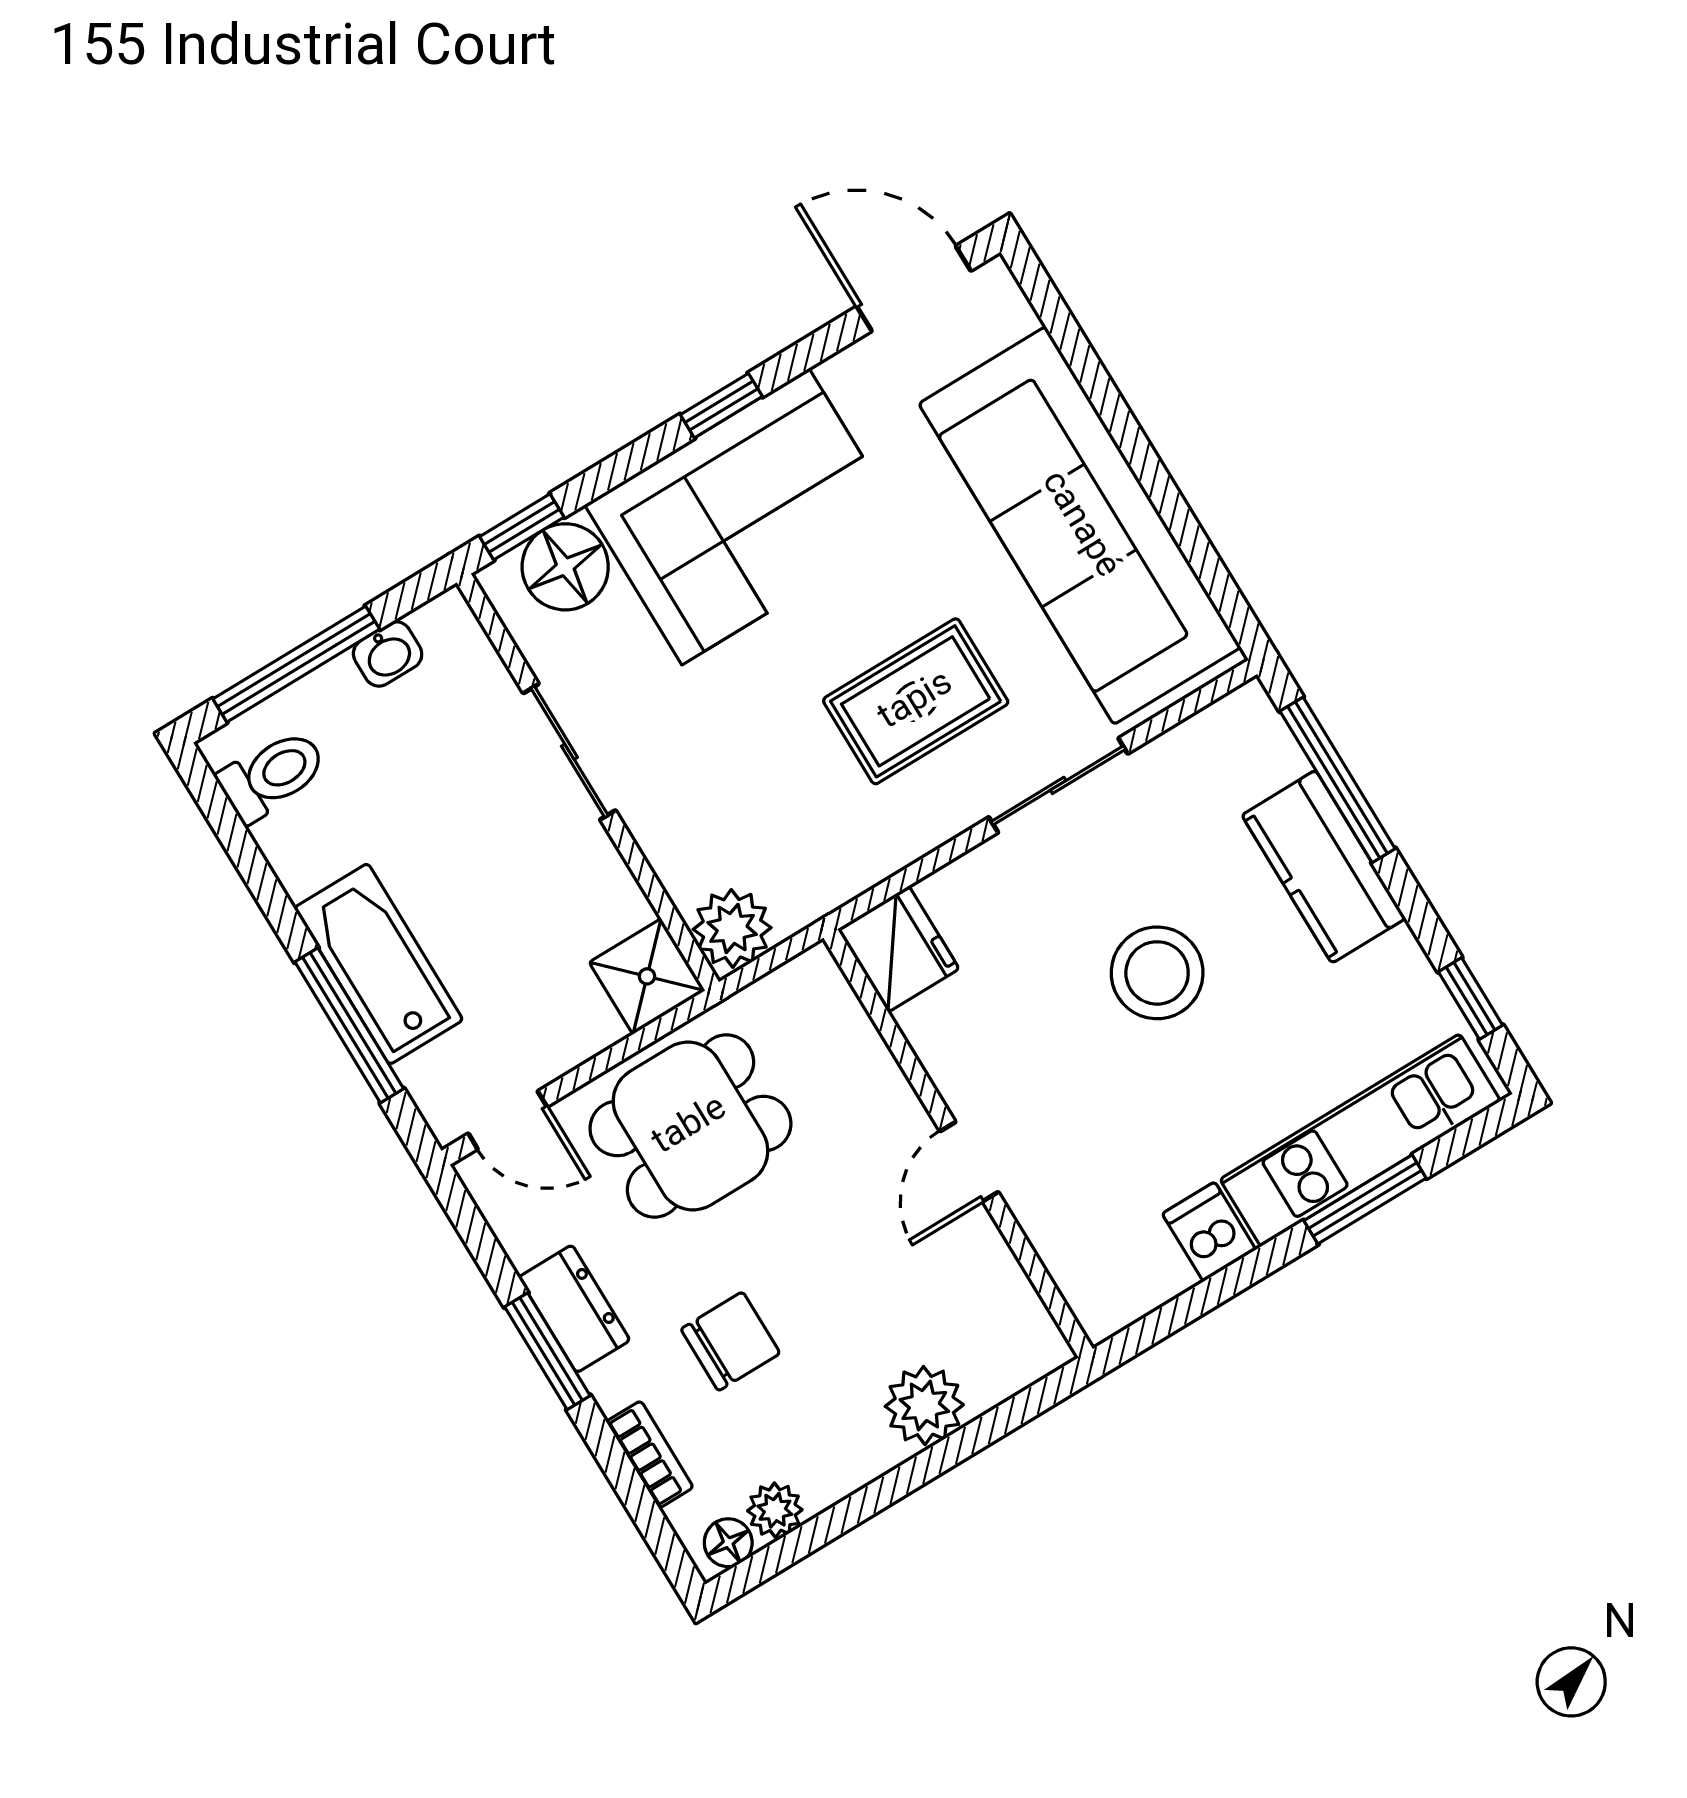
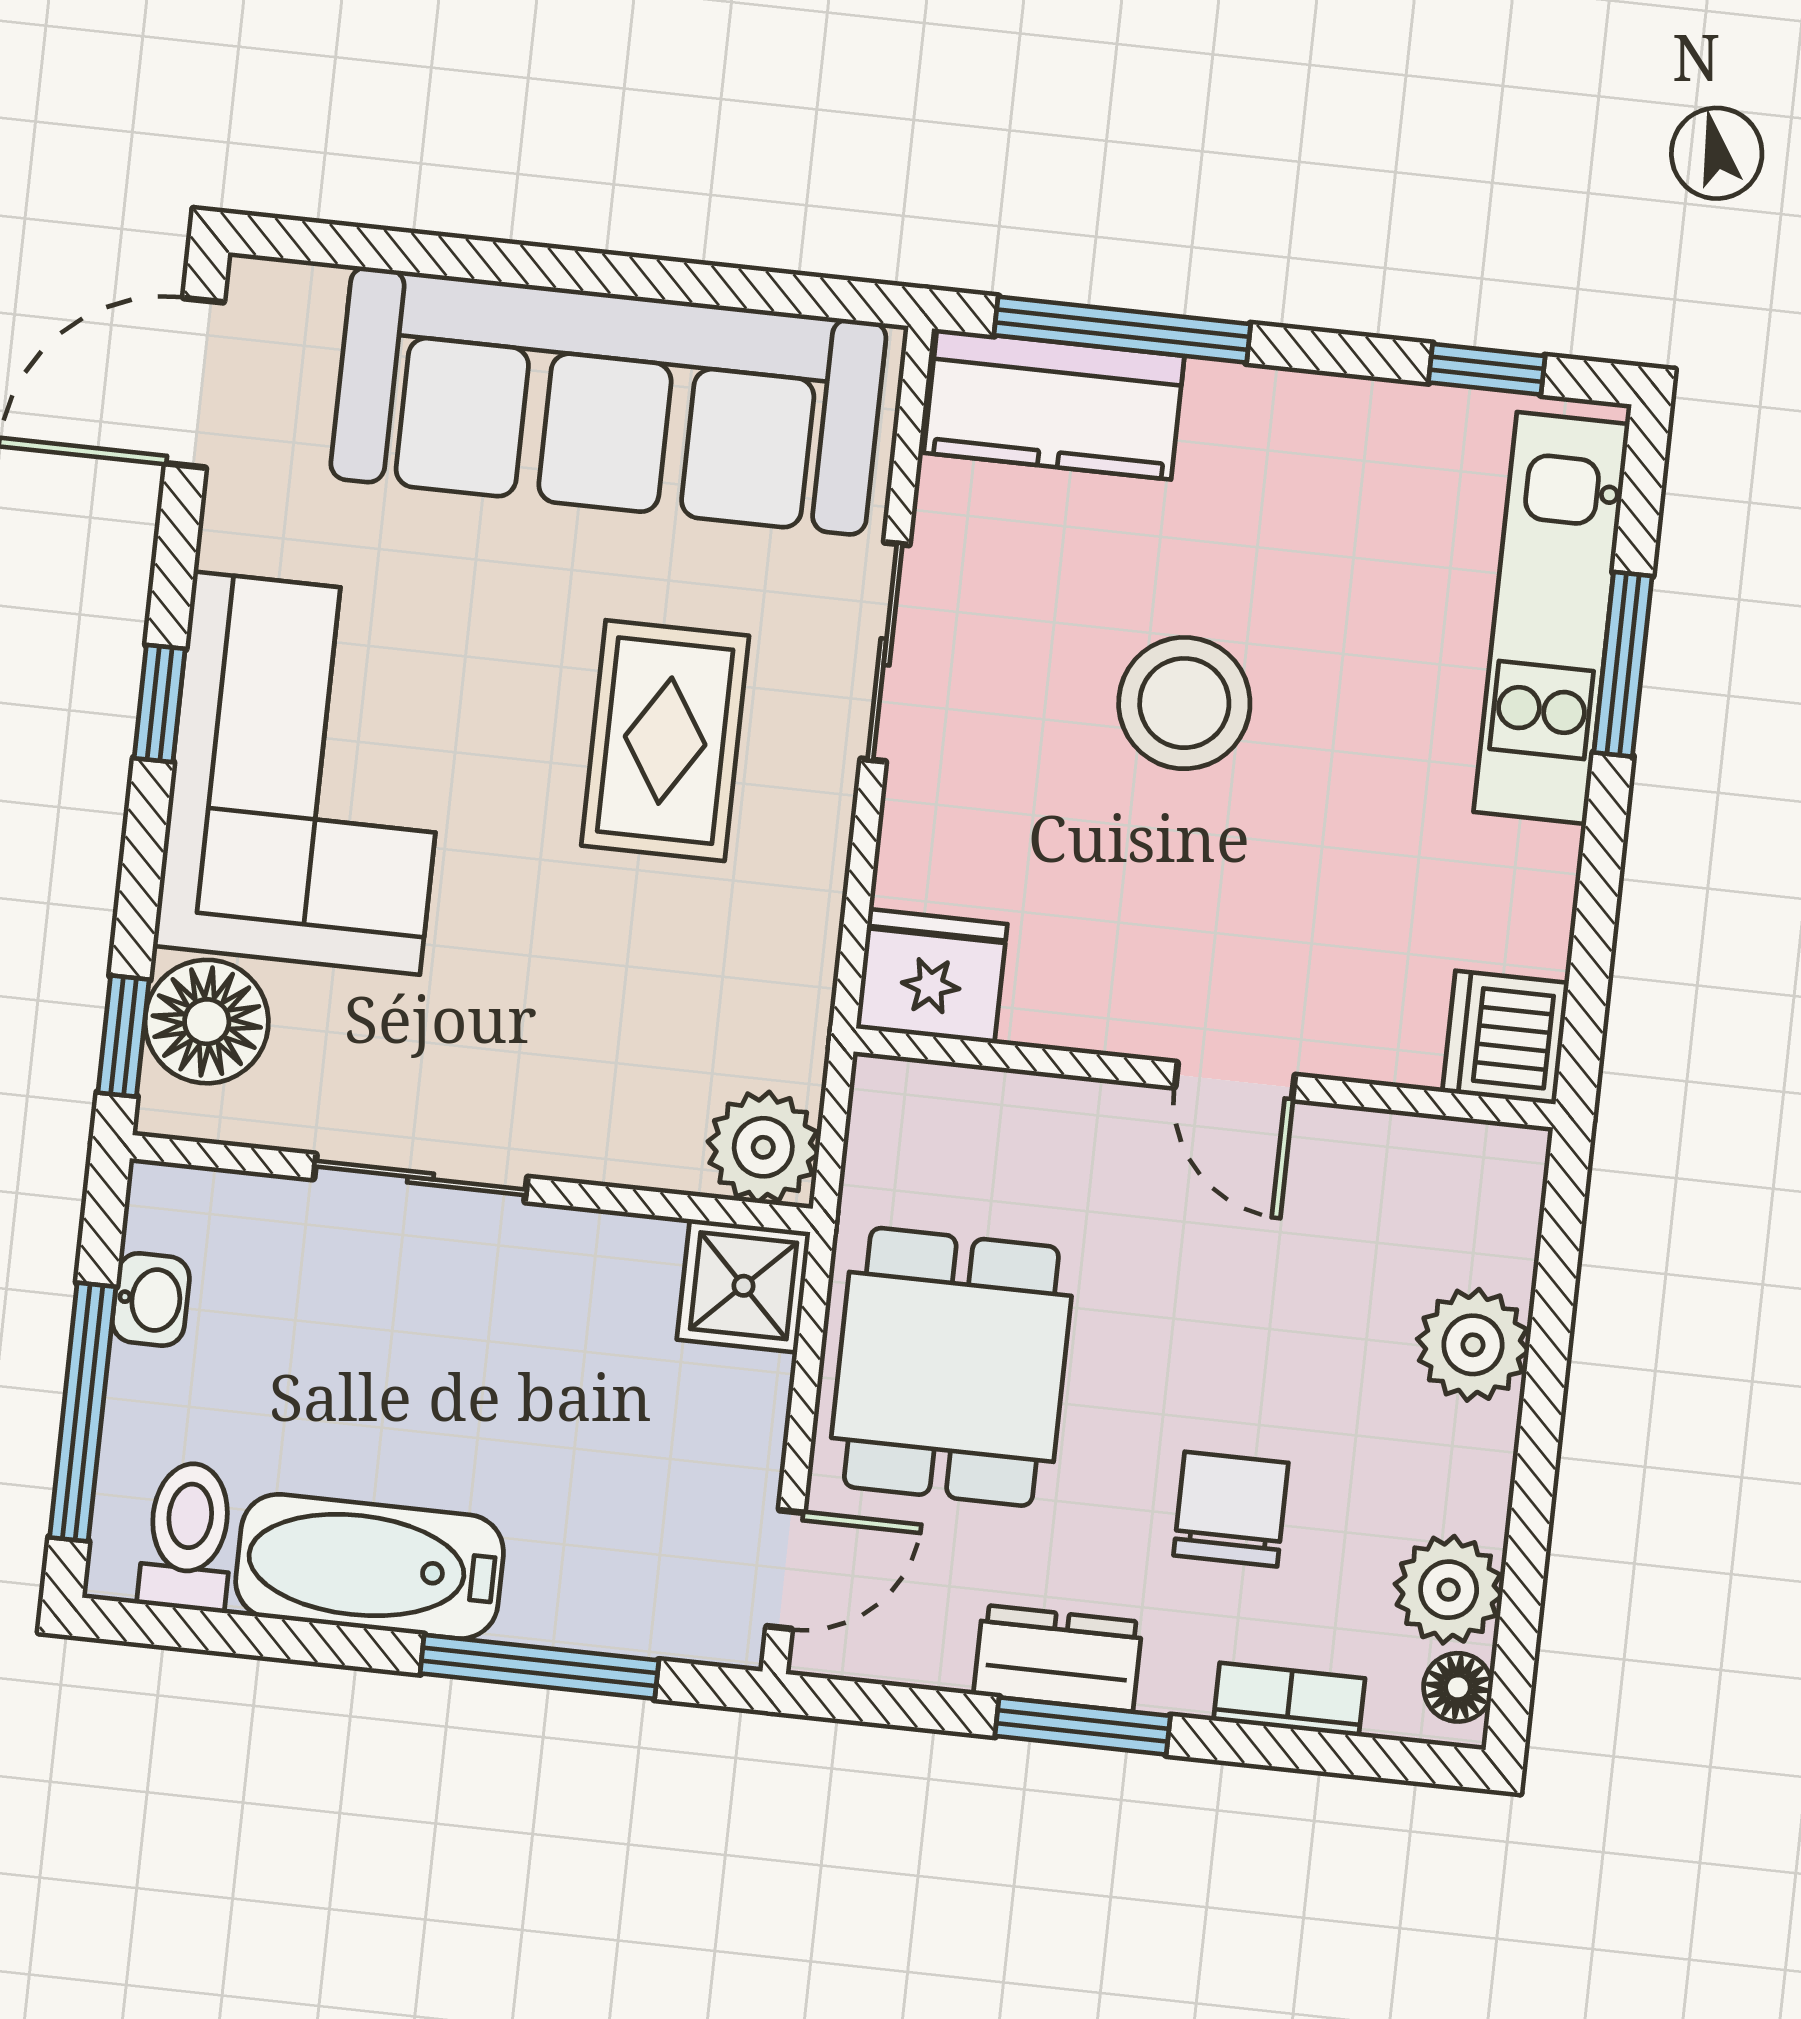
kitchen counter: (1324, 867) -> (1054, 404), moved
bathtub: (378, 964) -> (370, 1566), moved
dishwasher: (1209, 1232) -> (1506, 1037), moved, width x1.38
plant: (775, 1510) -> (1449, 1590), width x1.38, depth x1.38

